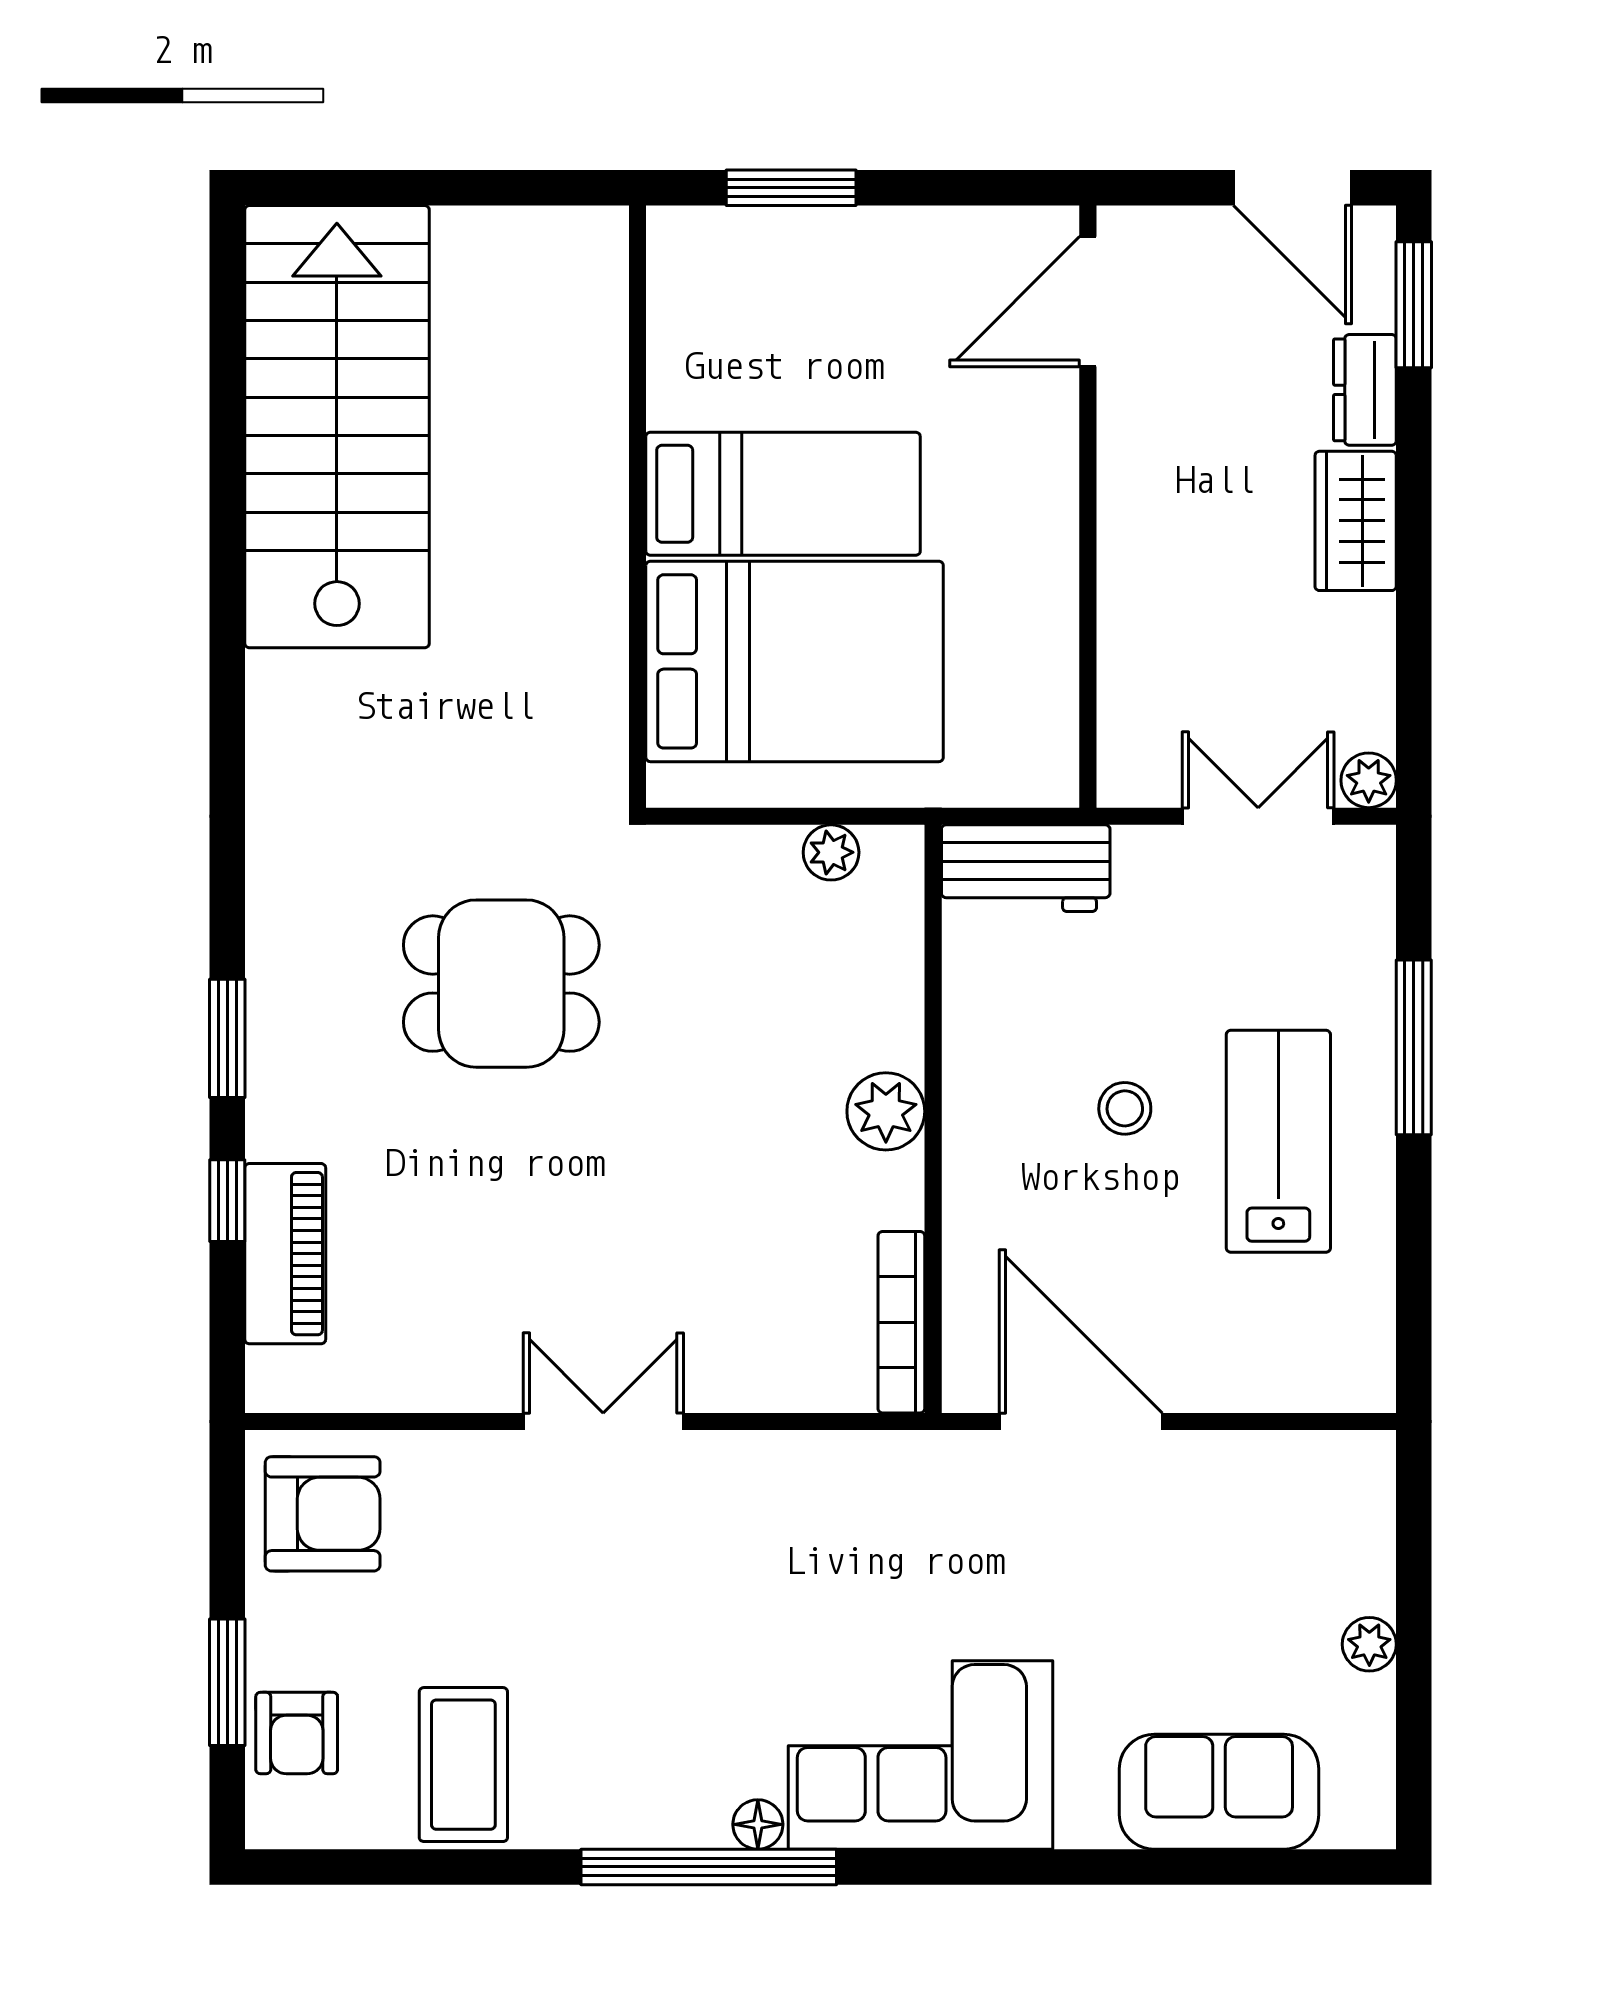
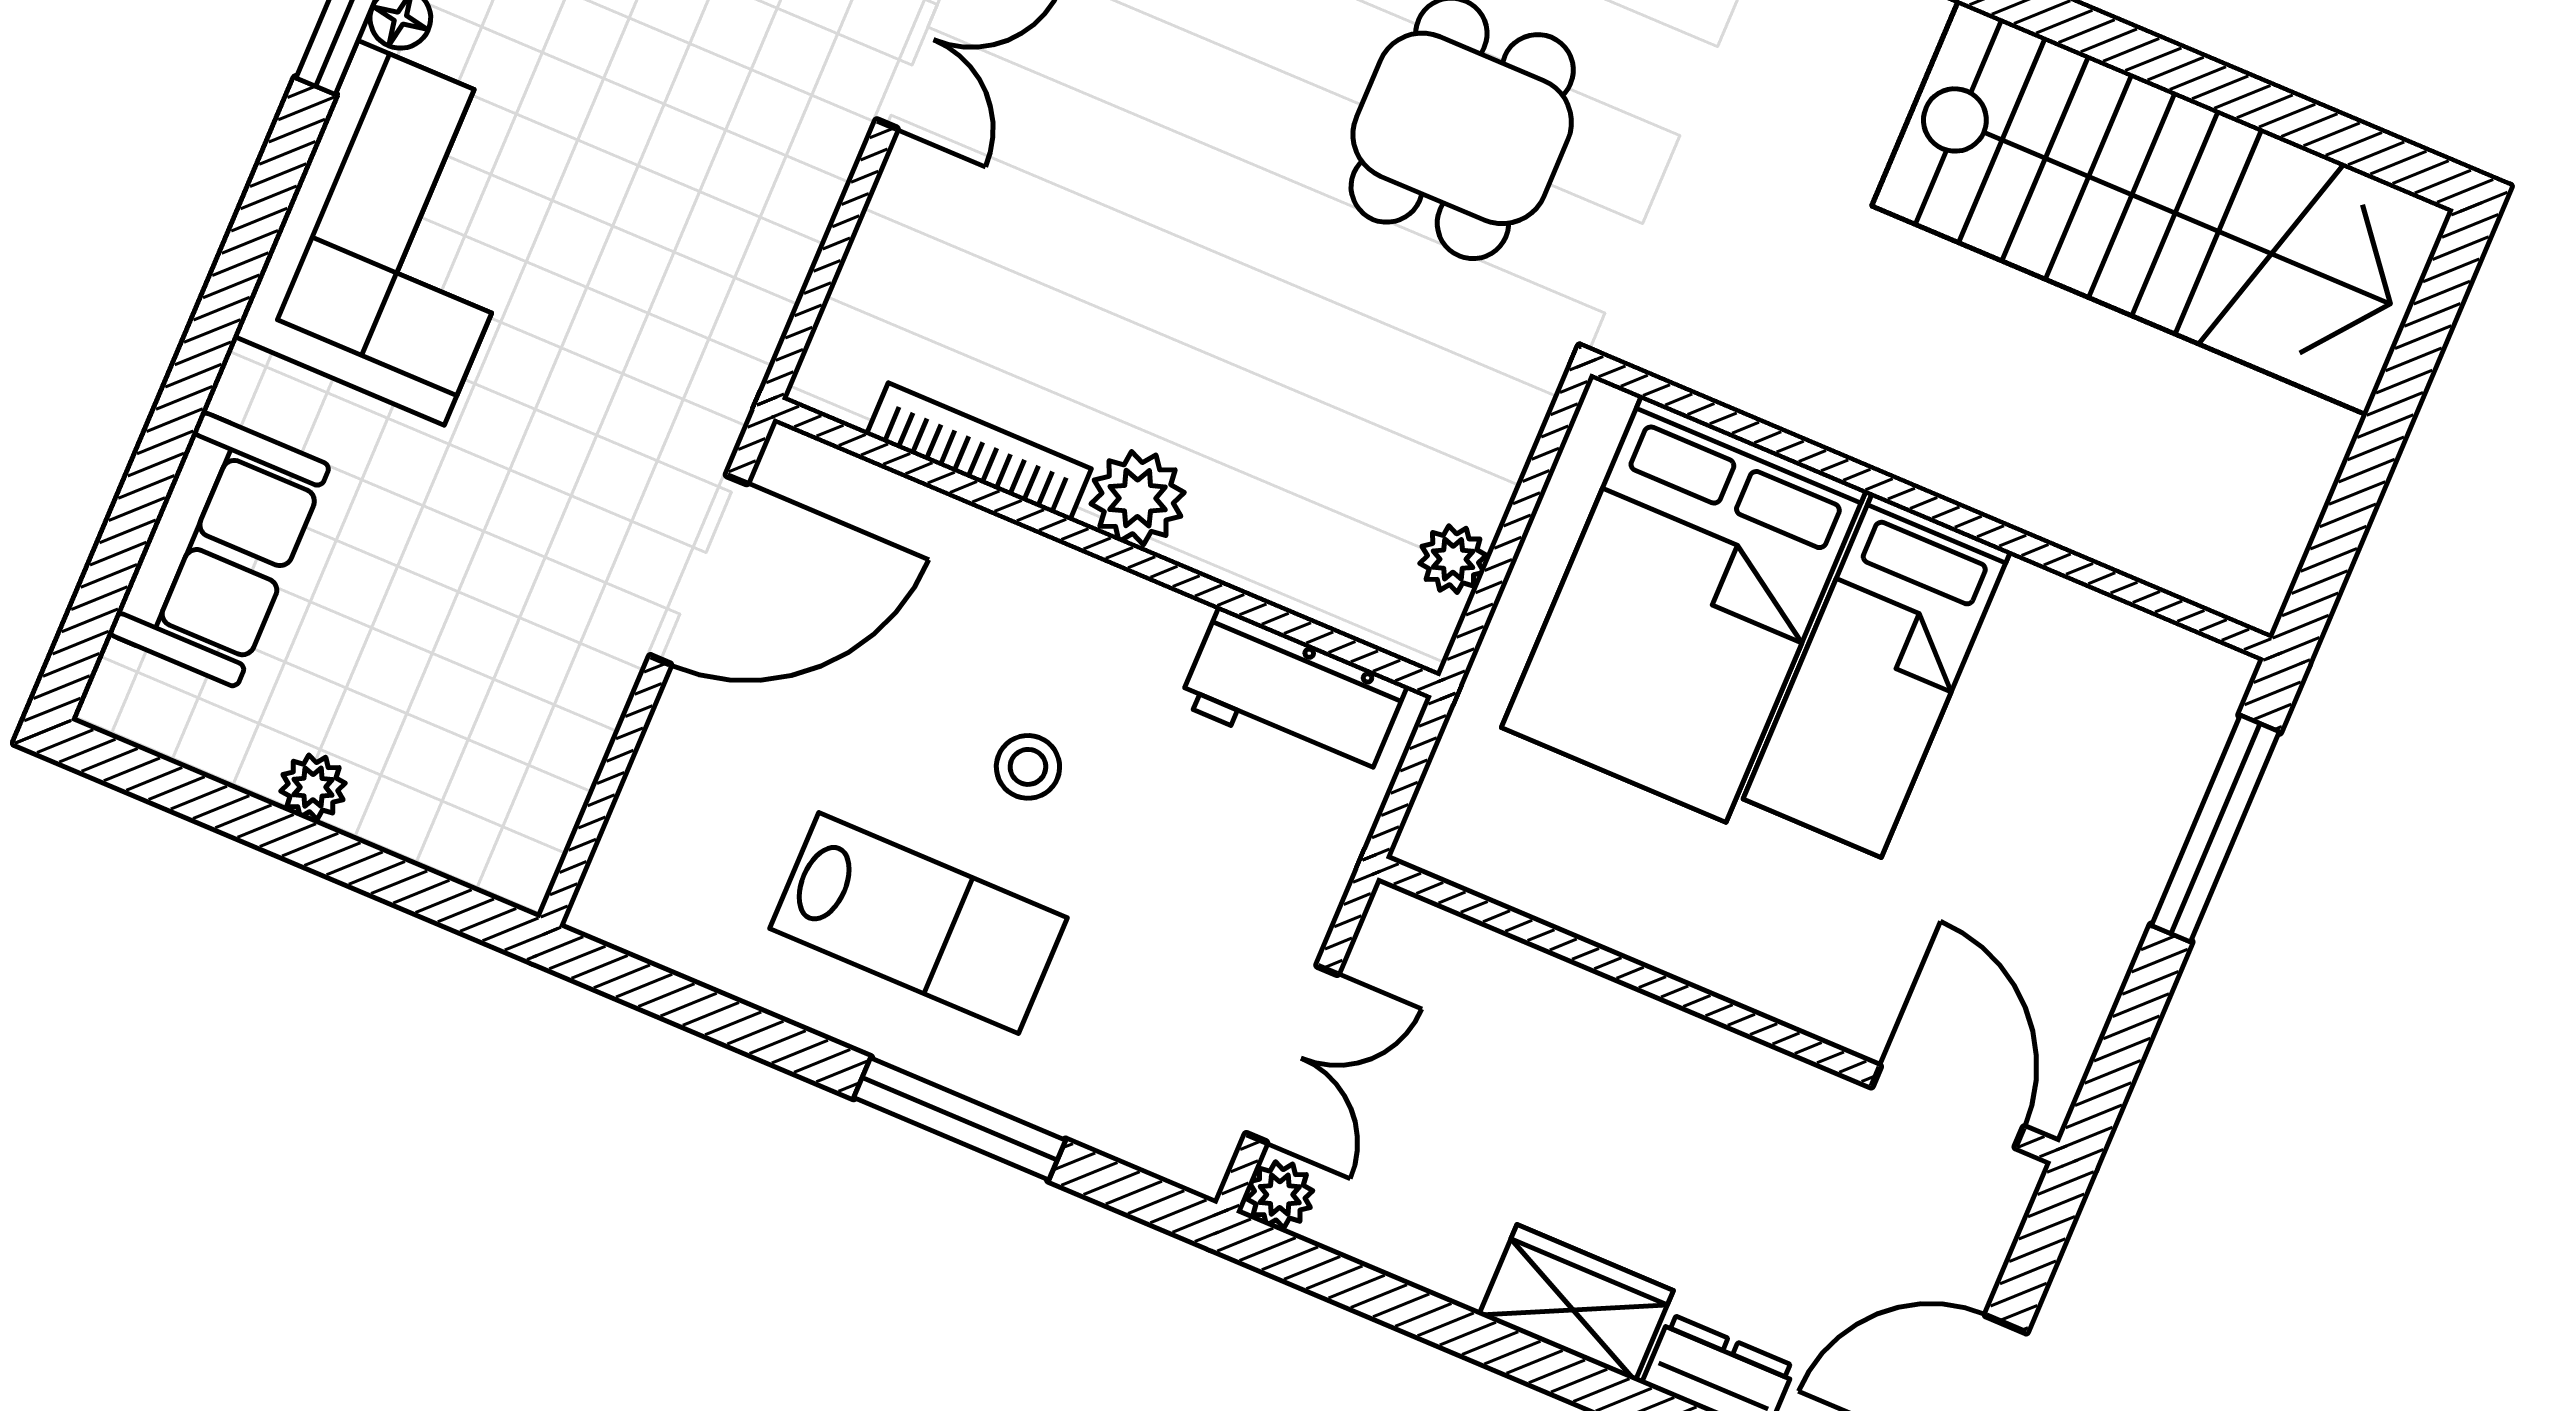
window: (791, 188) -> (2215, 829), width x1.44
workbench: (1026, 868) -> (1293, 694), moved, turned -90
bookcase: (901, 1322) -> (979, 452), moved

